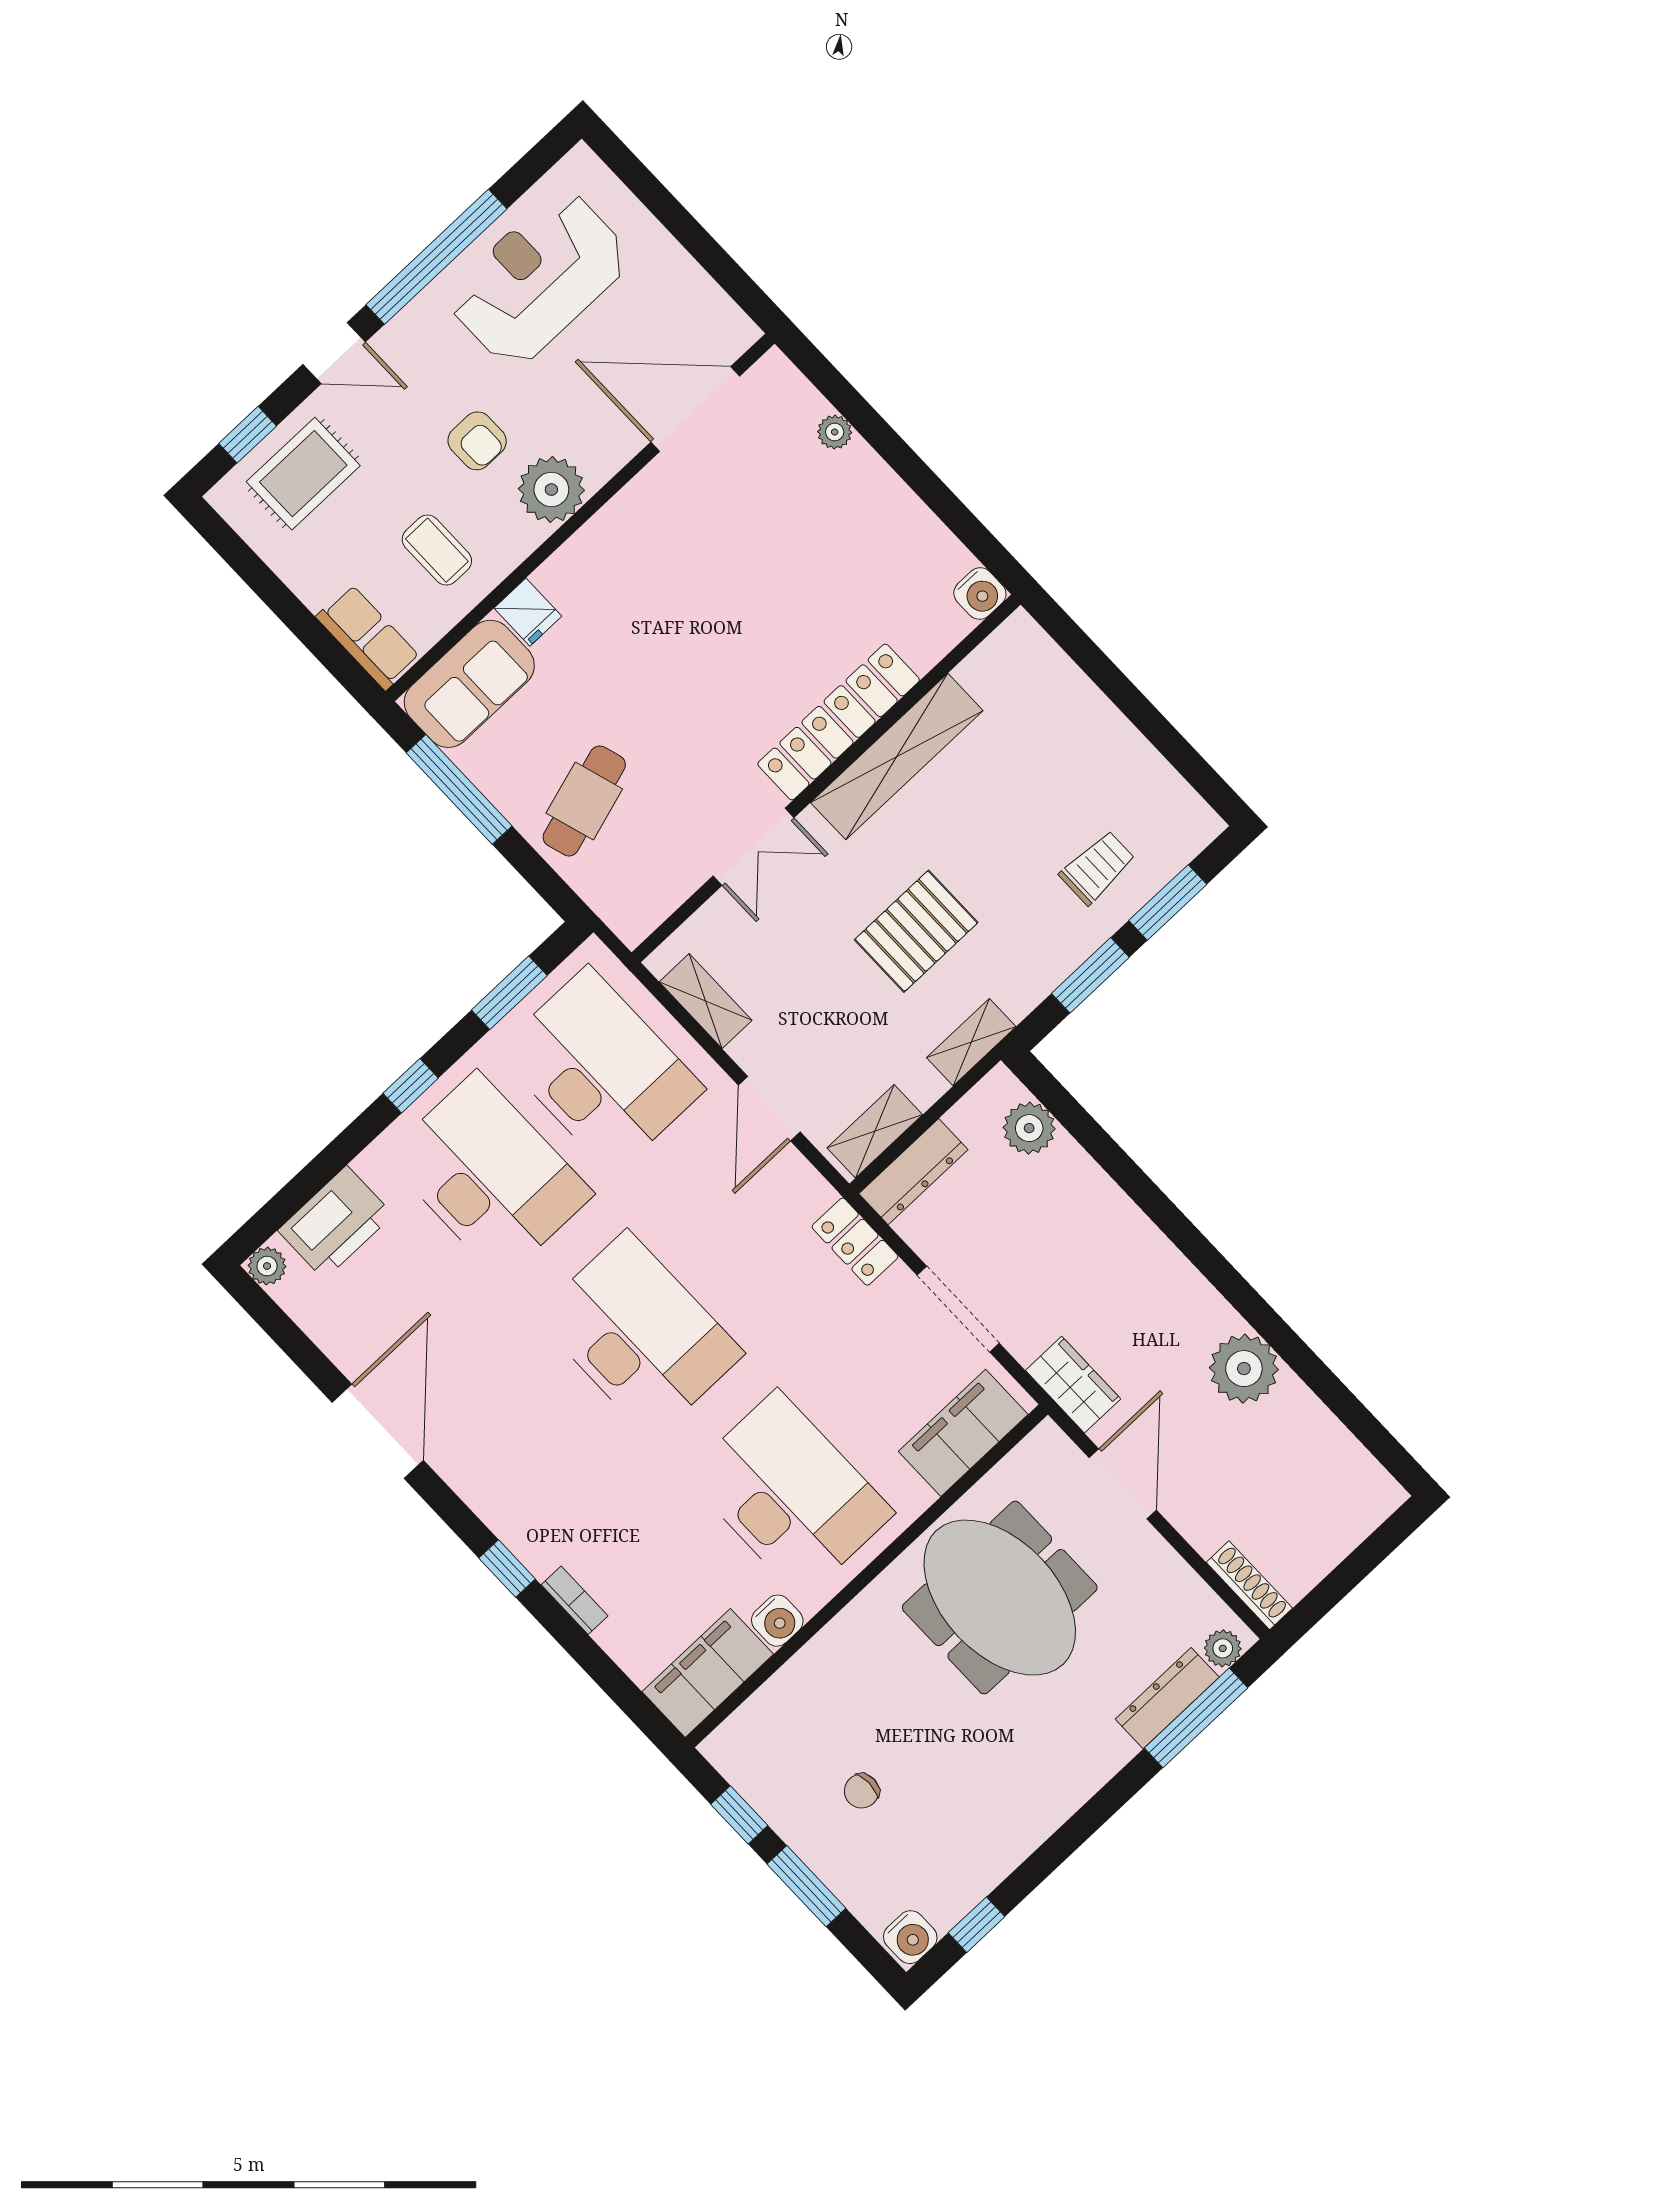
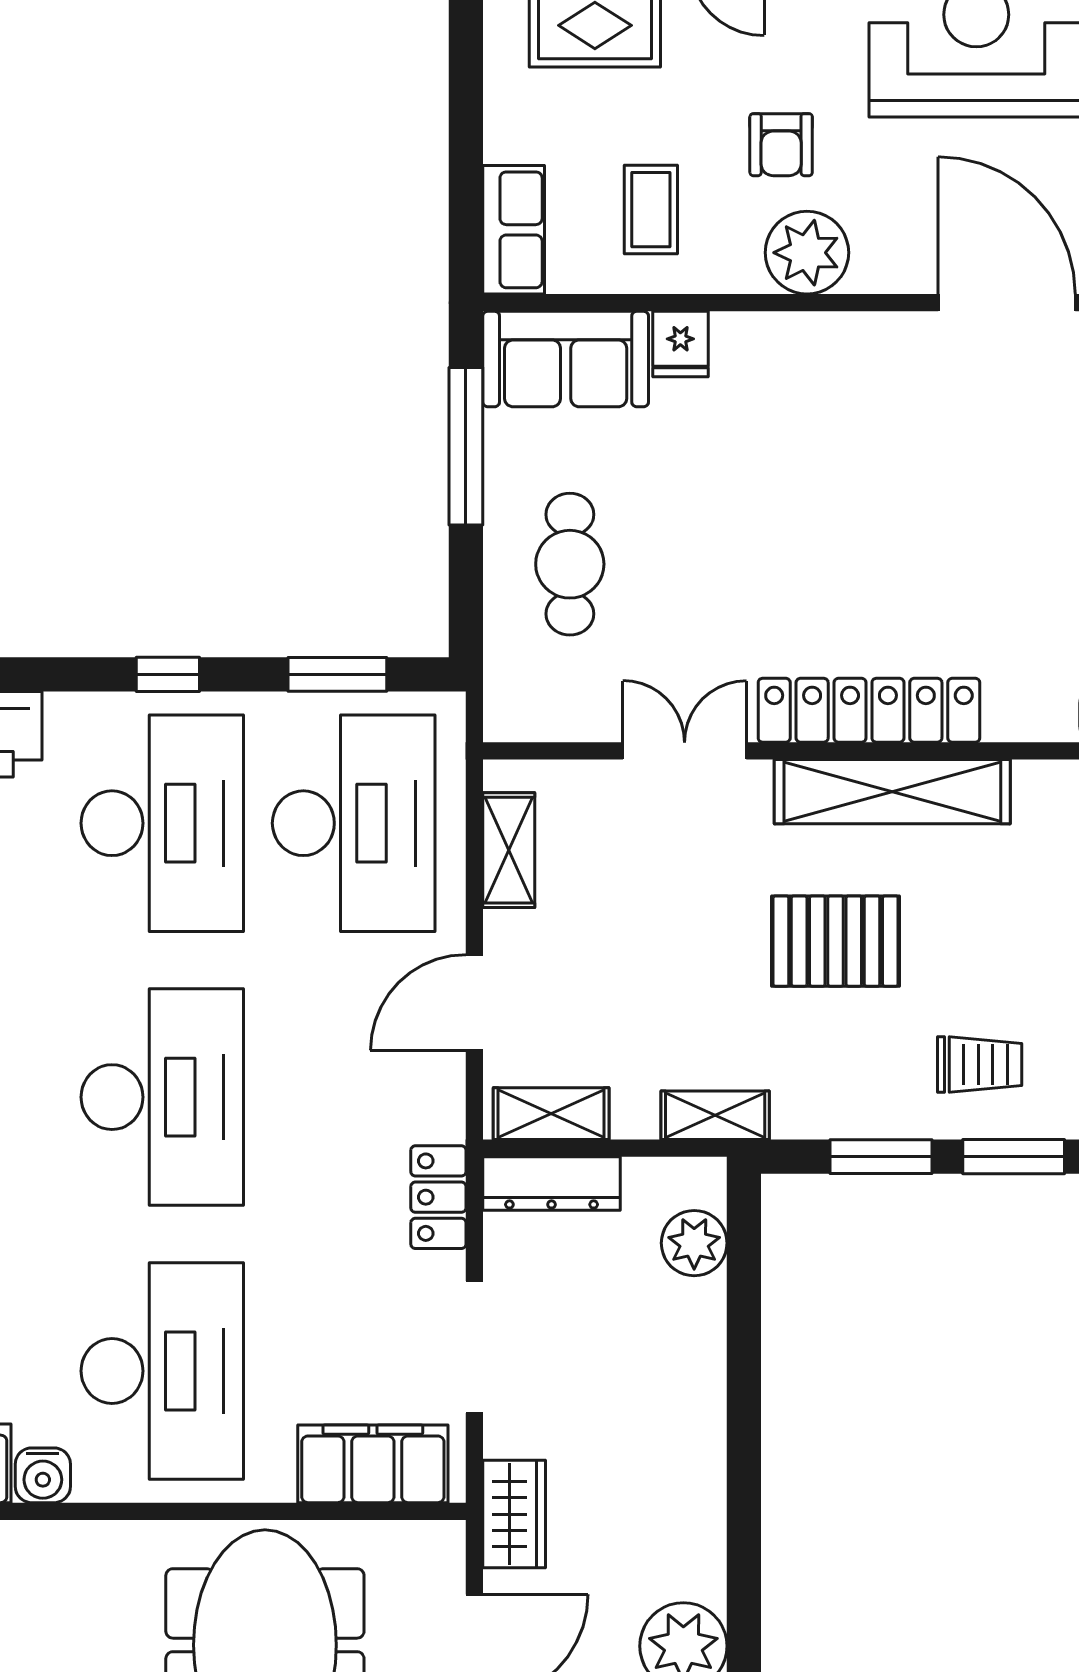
cafe table: (584, 801) -> (570, 564), turned -73
double door: (754, 847) -> (685, 751), swing flipped
pallet: (916, 931) -> (836, 941), moved

